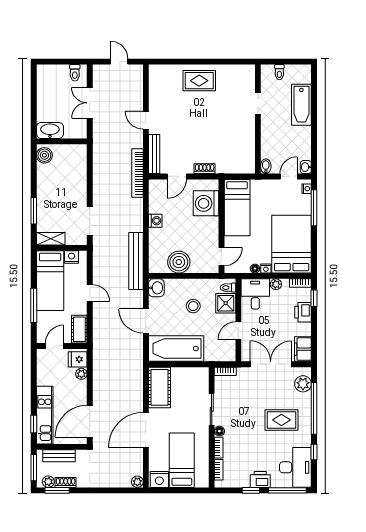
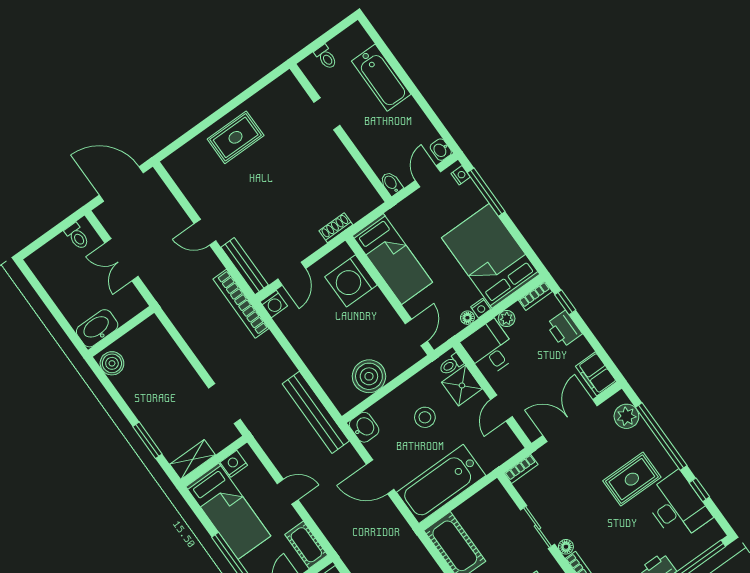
door: (119, 62) -> (121, 184), width x1.88
shoe rack: (205, 169) -> (336, 228), moved
washing machine: (155, 221) -> (274, 304), moved, turned 90
desk: (295, 467) -> (677, 507), moved

